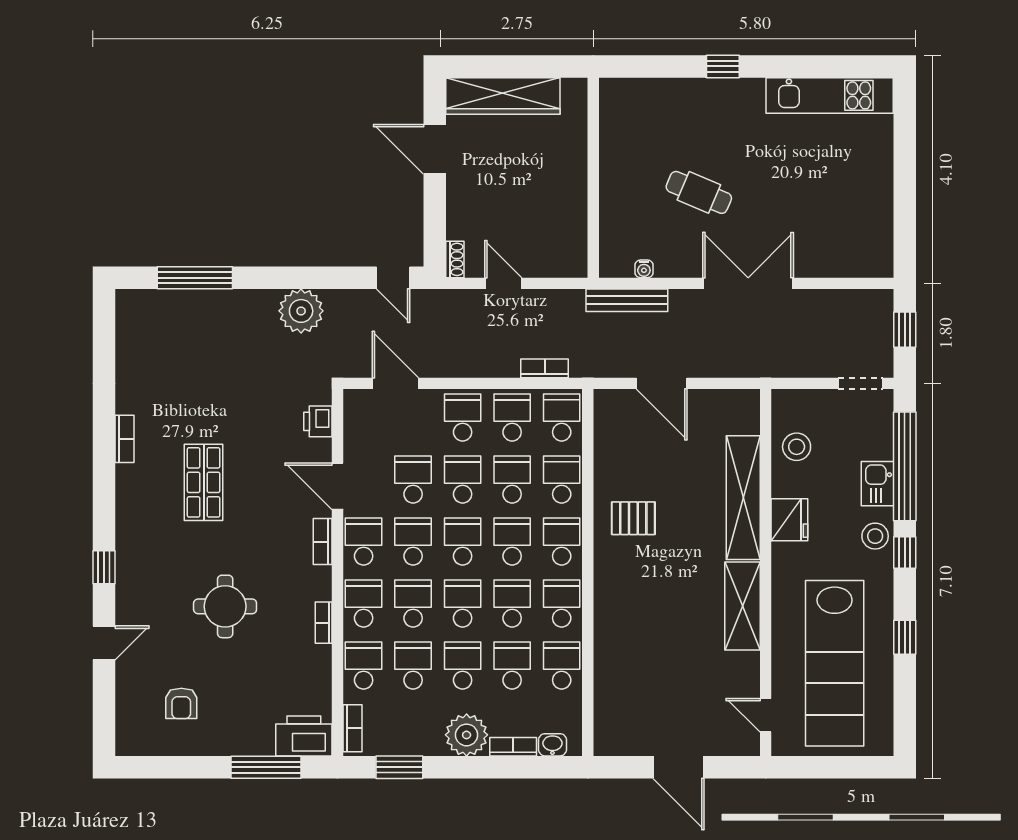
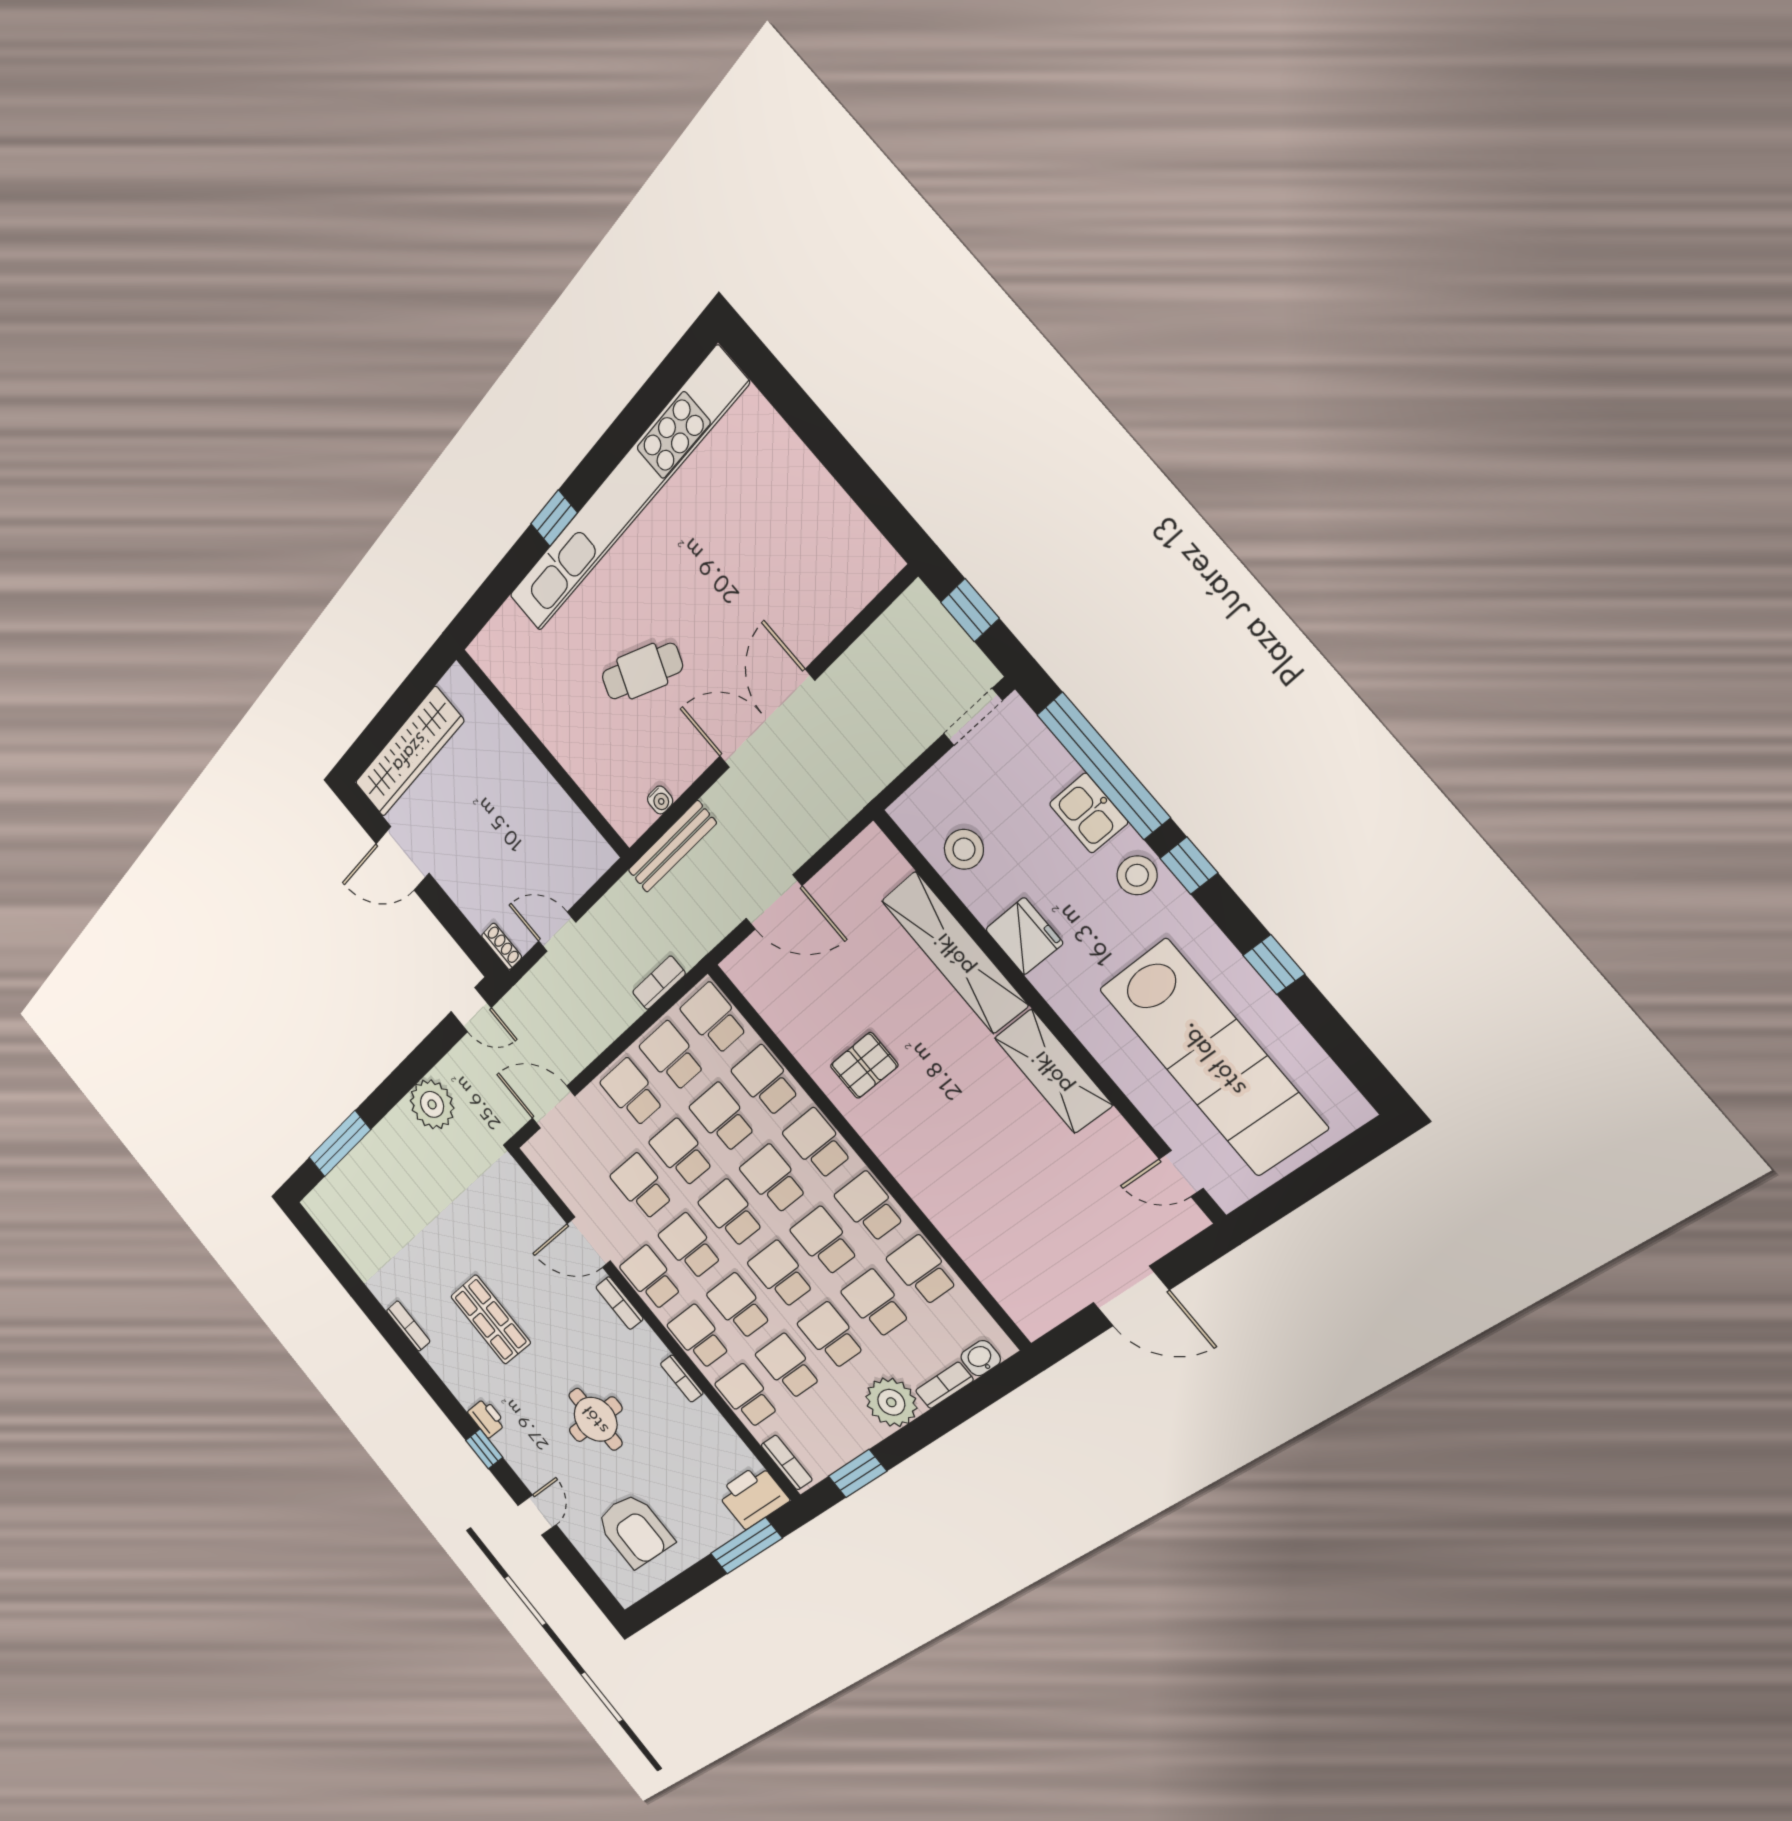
kitchen unit: (830, 95) -> (624, 494), width x1.86
printer: (318, 421) -> (487, 1418), moved, turned 180
armchair: (181, 703) -> (634, 1530), width x1.88, depth x1.88

